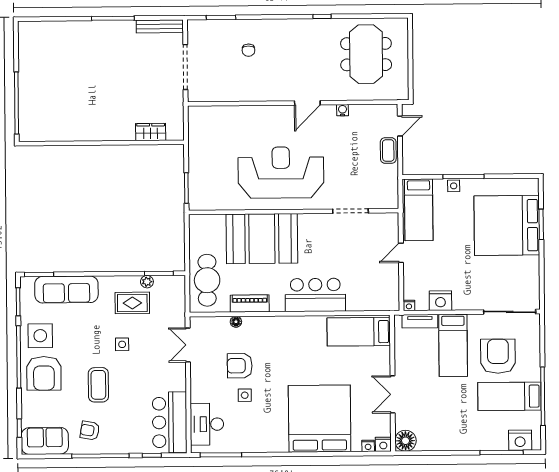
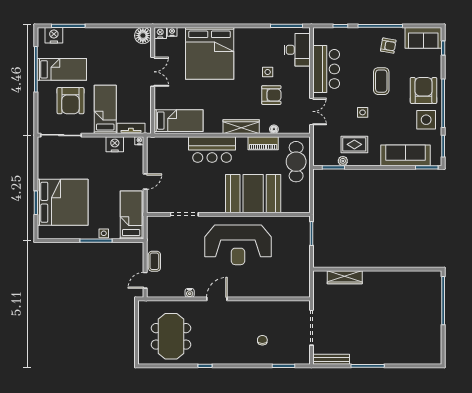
wardrobe: (151, 132) -> (345, 277), width x1.50
wardrobe: (278, 325) -> (241, 127), added
bar counter: (170, 422) -> (326, 69), moved

